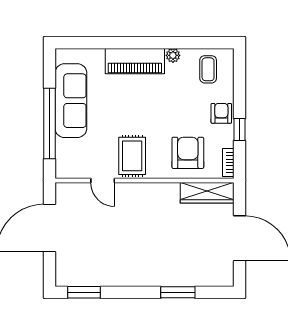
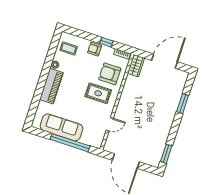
rug: (132, 156) -> (98, 93), moved
wardrobe: (207, 193) -> (136, 66), width x0.67

